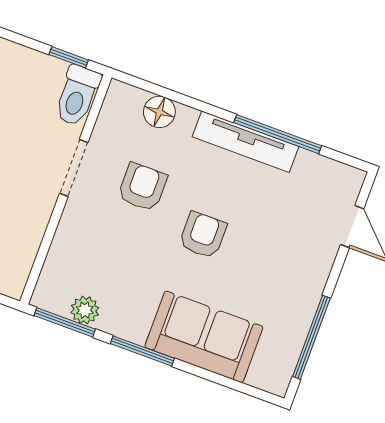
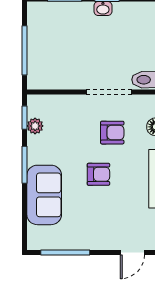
doorway: (74, 168) -> (109, 92), width x1.38
window: (65, 322) -> (25, 118), width x0.67

